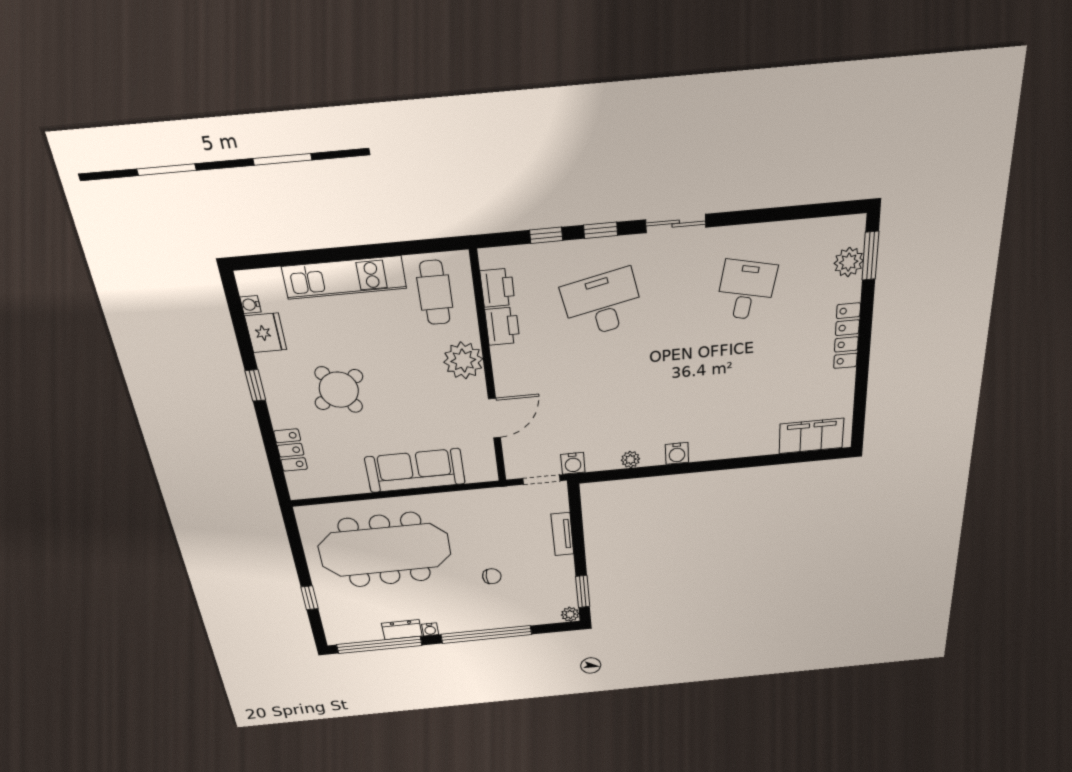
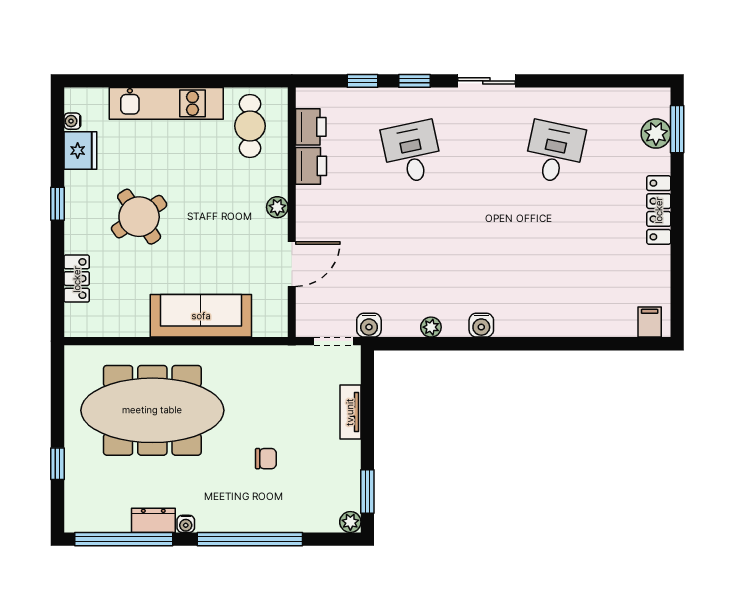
desk: (602, 303) -> (412, 152), width x0.73
plant: (463, 361) -> (277, 207), width x0.53, depth x0.53
filing cabinet: (811, 436) -> (650, 322), width x0.33, depth x0.86

